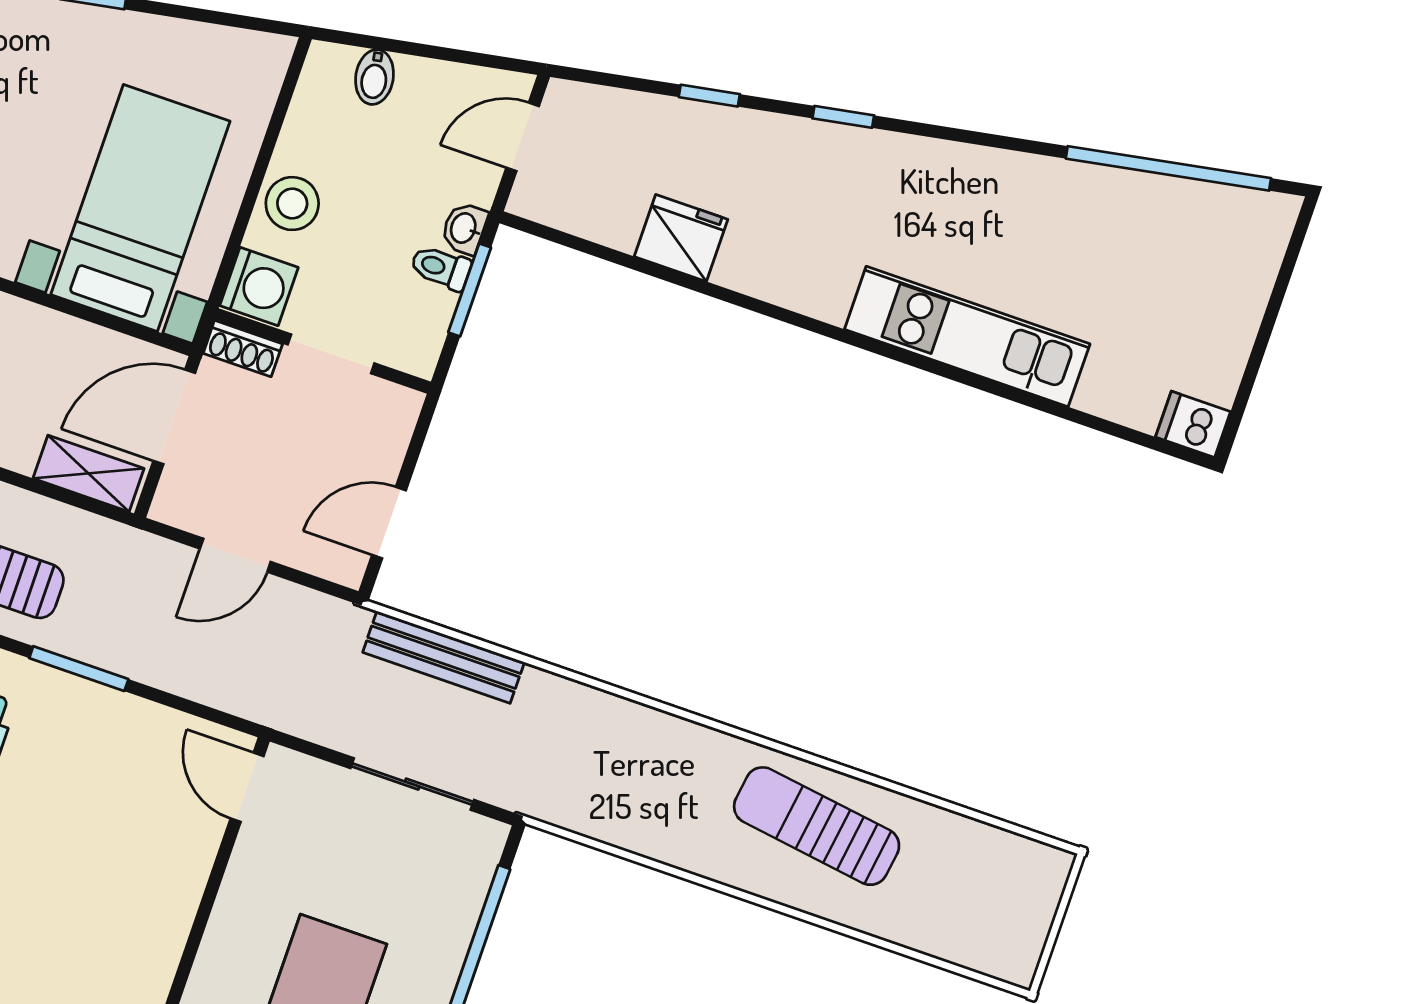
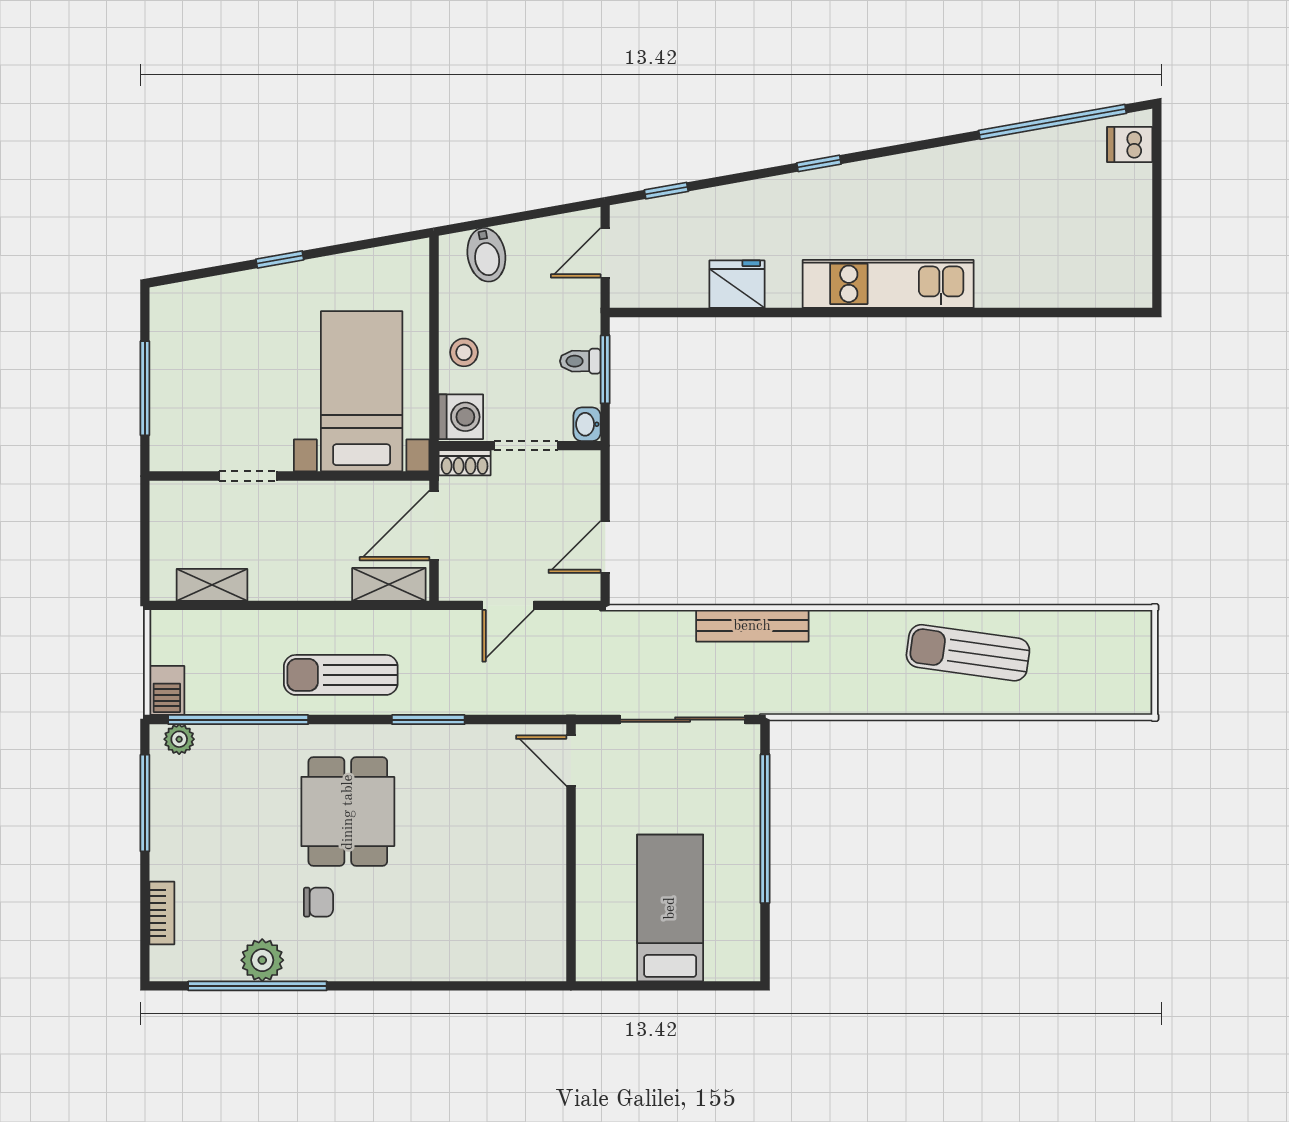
bidet: (374, 77) -> (486, 255), width x1.38, depth x1.36
window: (709, 96) -> (666, 191), moved
stool: (292, 204) -> (464, 352), width x0.73, depth x0.73
washbasin: (464, 228) -> (587, 424), moved
kitchen unit: (967, 337) -> (888, 284), moved
dishwasher: (1193, 424) -> (1130, 144), moved
bench: (444, 657) -> (752, 626), moved
sliding door: (412, 784) -> (683, 720), width x1.37

